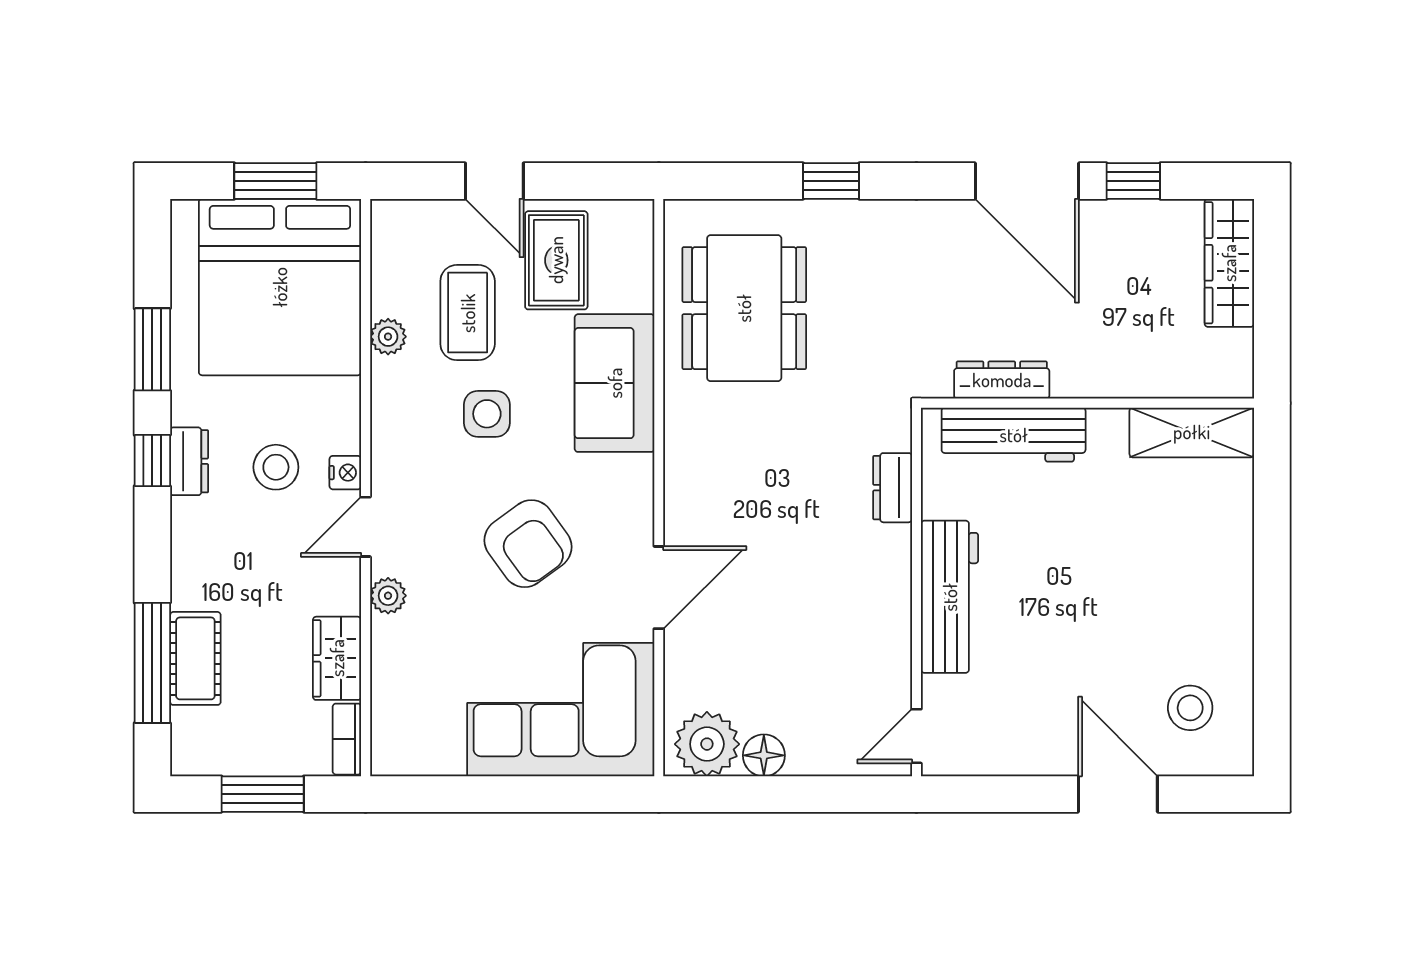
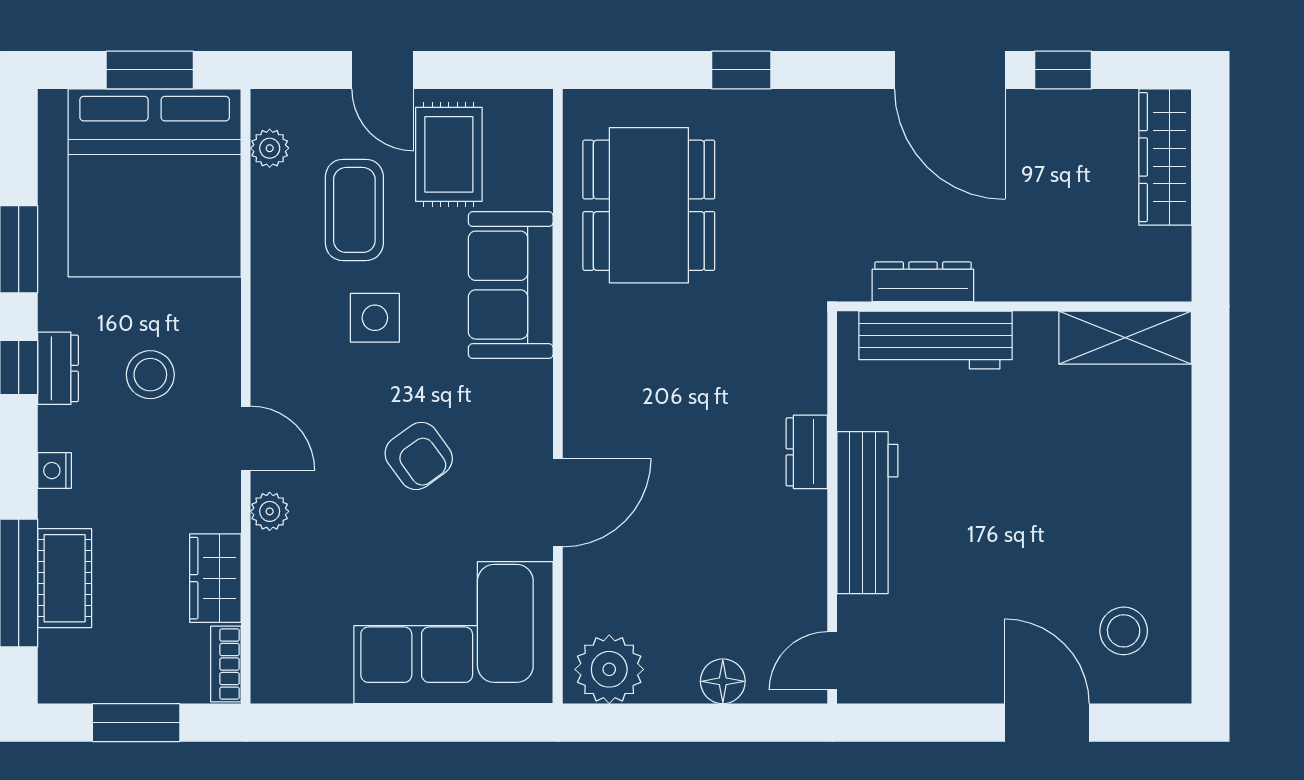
plant: (388, 337) -> (270, 148), moved
nightstand: (345, 473) -> (55, 471), moved, turned 180
dresser: (893, 488) -> (807, 452), moved
door: (366, 527) -> (246, 438), swing flipped
armchair: (528, 544) -> (419, 456), width x0.72, depth x0.72
floor lamp: (764, 755) -> (723, 681), moved

